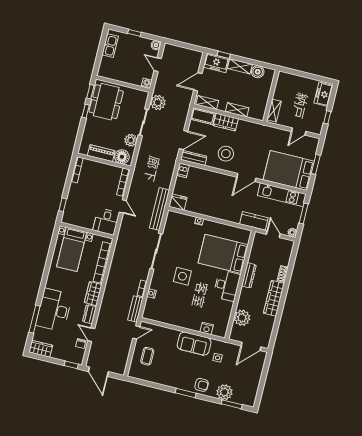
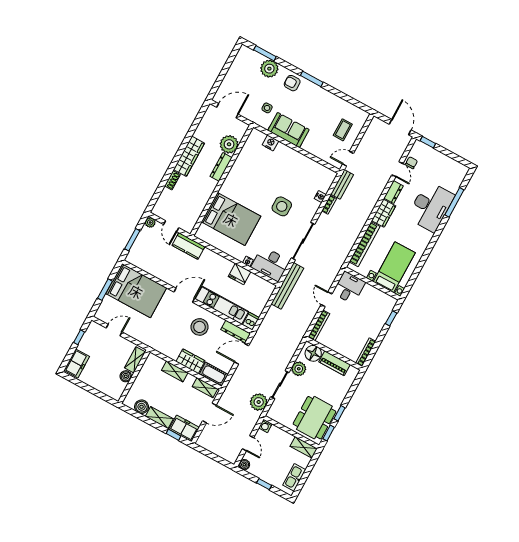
shelving: (109, 74) -> (304, 447), added
boiler: (278, 94) -> (126, 376), added
kitchen unit: (282, 195) -> (222, 305), moved
fridge: (178, 202) -> (240, 274), moved
dresser: (249, 275) -> (221, 167), moved
desk: (227, 286) -> (270, 264), moved, turned -90
wardrobe: (41, 349) -> (456, 168), removed

